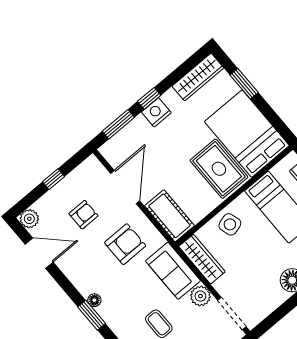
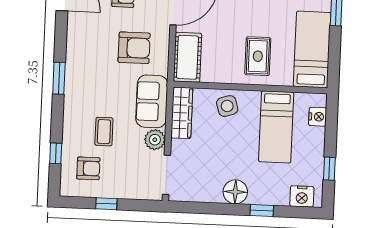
bed: (247, 134) -> (312, 49), width x0.67
rug: (219, 169) -> (258, 56), width x0.73, depth x0.70
floor lamp: (94, 300) -> (72, 69), removed

